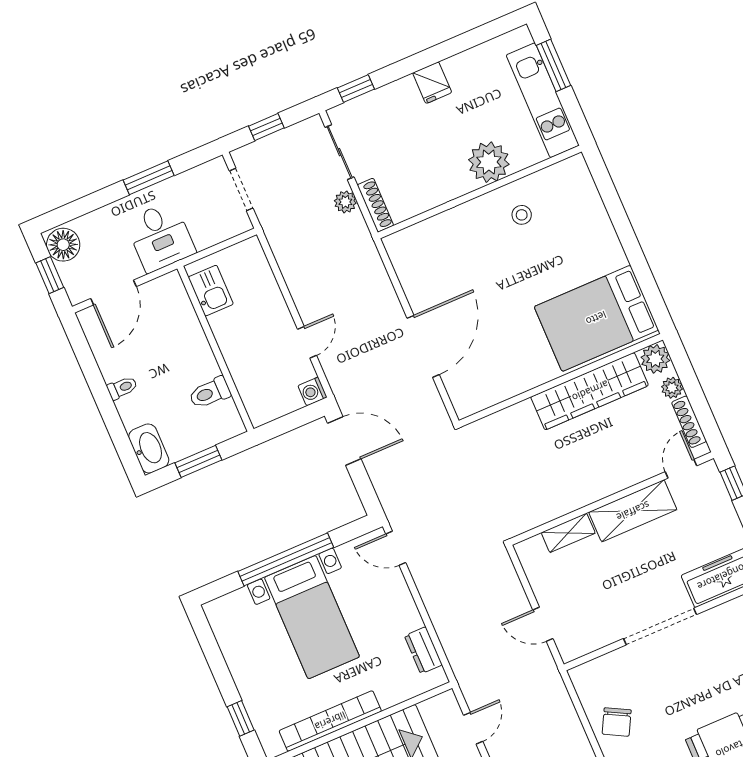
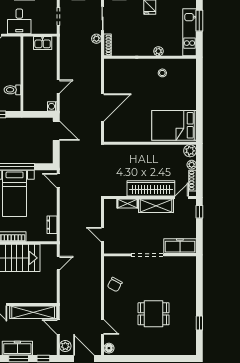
plant: (489, 162) -> (158, 51), width x0.53, depth x0.53
kitchen sink: (211, 291) -> (43, 43), moved, turned 90
wardrobe: (590, 391) -> (151, 188), moved, turned 180

